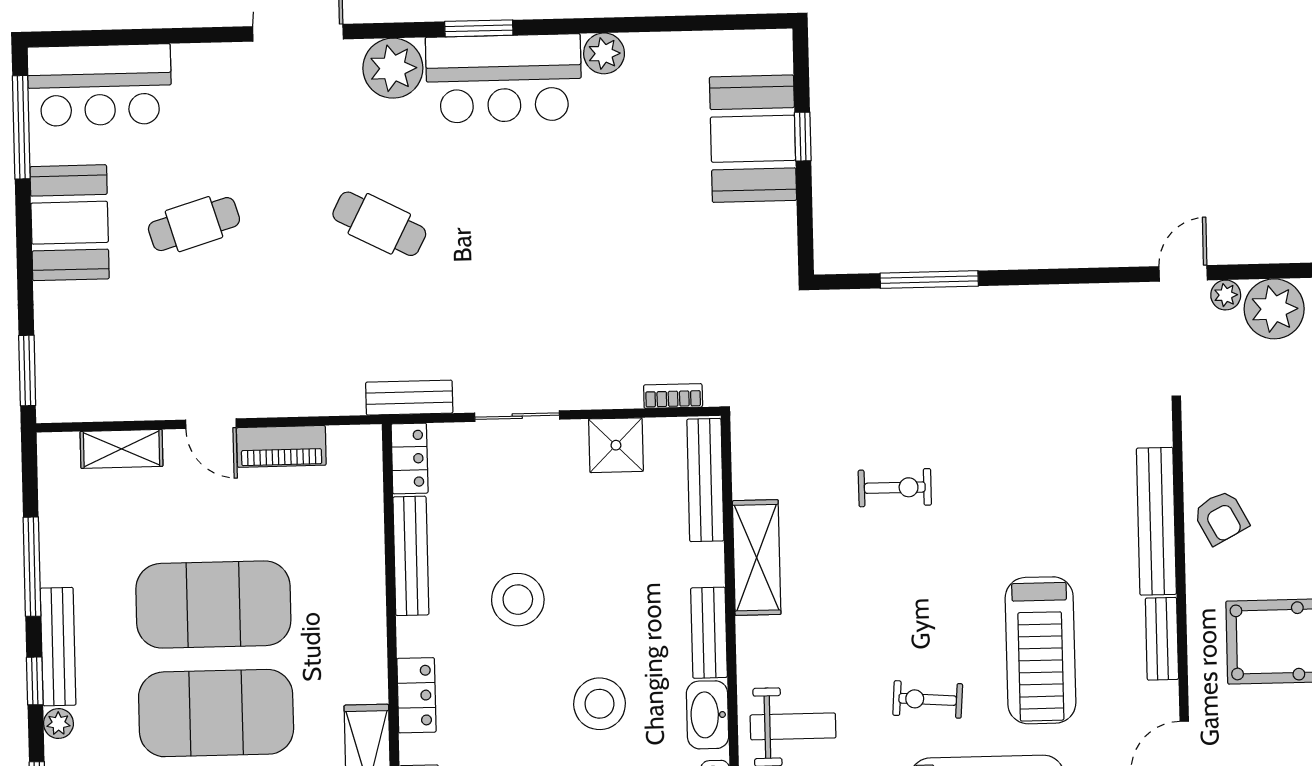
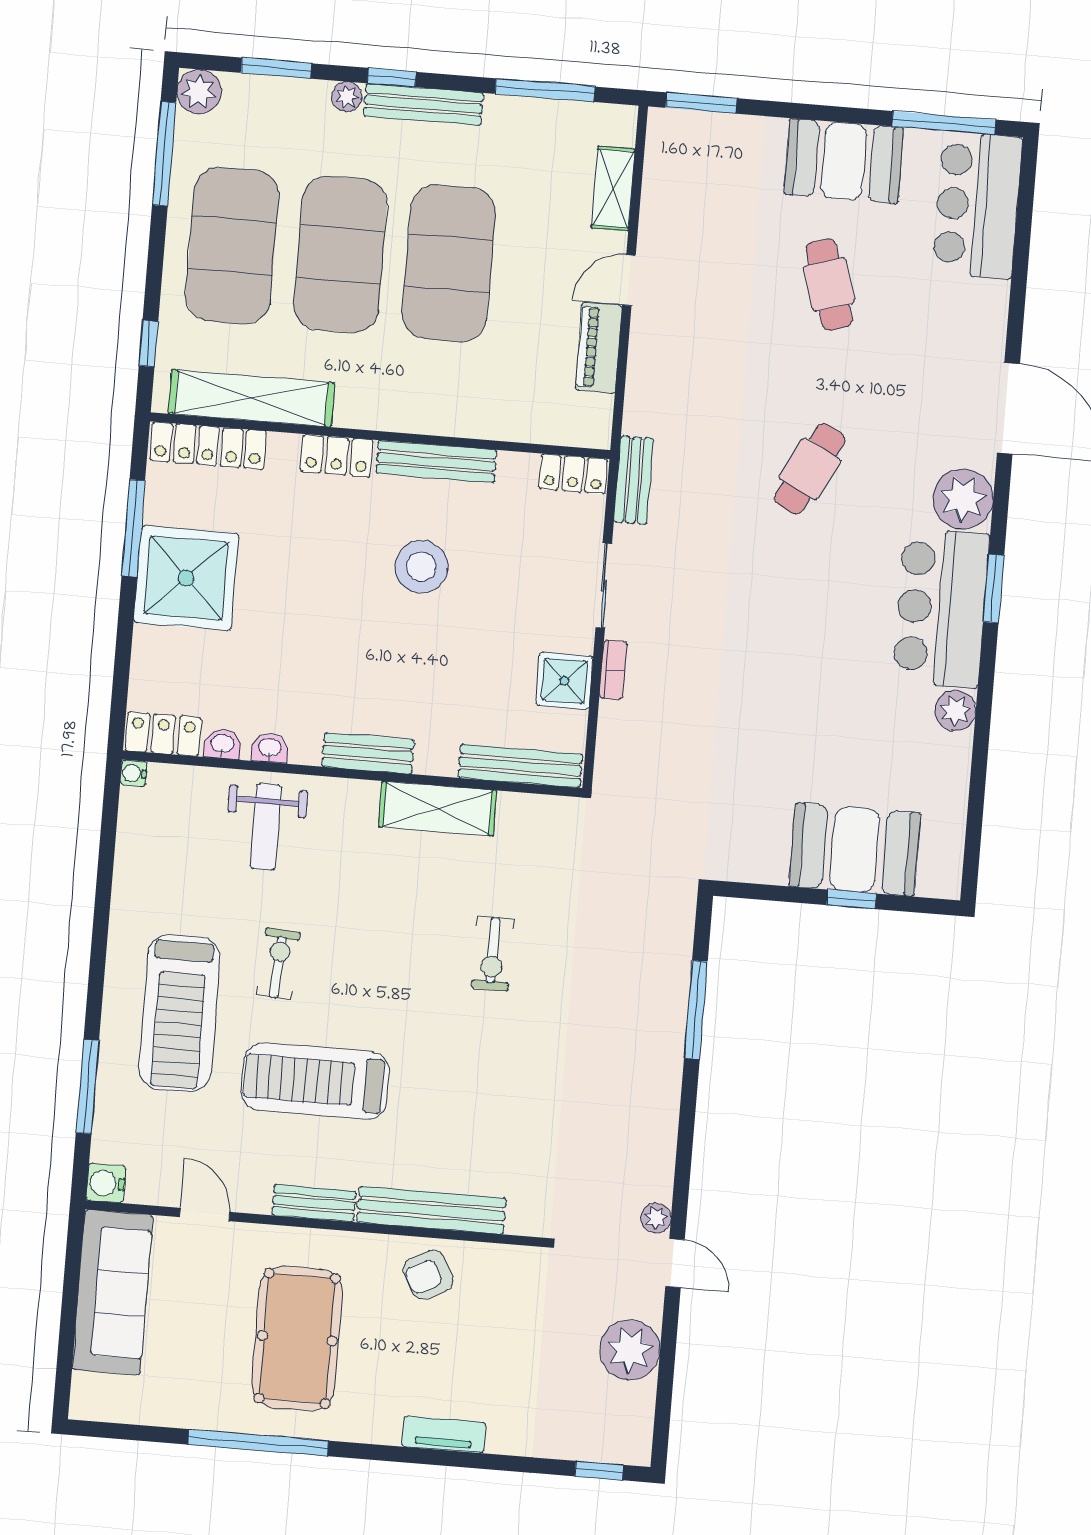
plant: (1226, 295) -> (656, 1218), moved
bookcase: (673, 396) -> (613, 670), moved
bench: (411, 556) -> (436, 462), moved
window: (32, 567) -> (545, 90), moved
stool: (599, 704) -> (309, 637), removed
washbasin: (708, 715) -> (270, 748), width x0.52, depth x0.69

